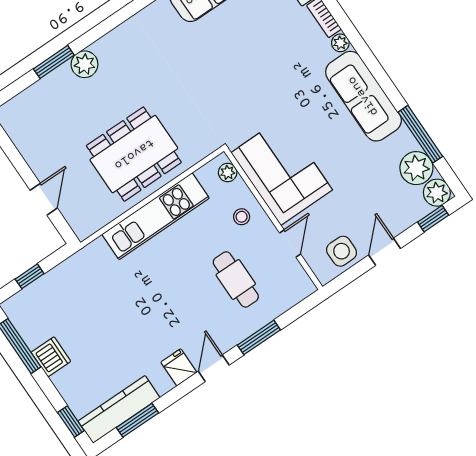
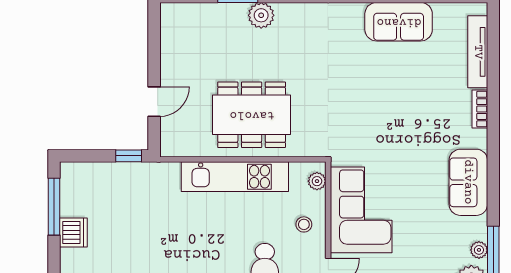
plant: (340, 43) -> (479, 250), moved
sofa: (363, 96) -> (468, 182), width x0.73
window: (30, 276) -> (129, 156), moved

